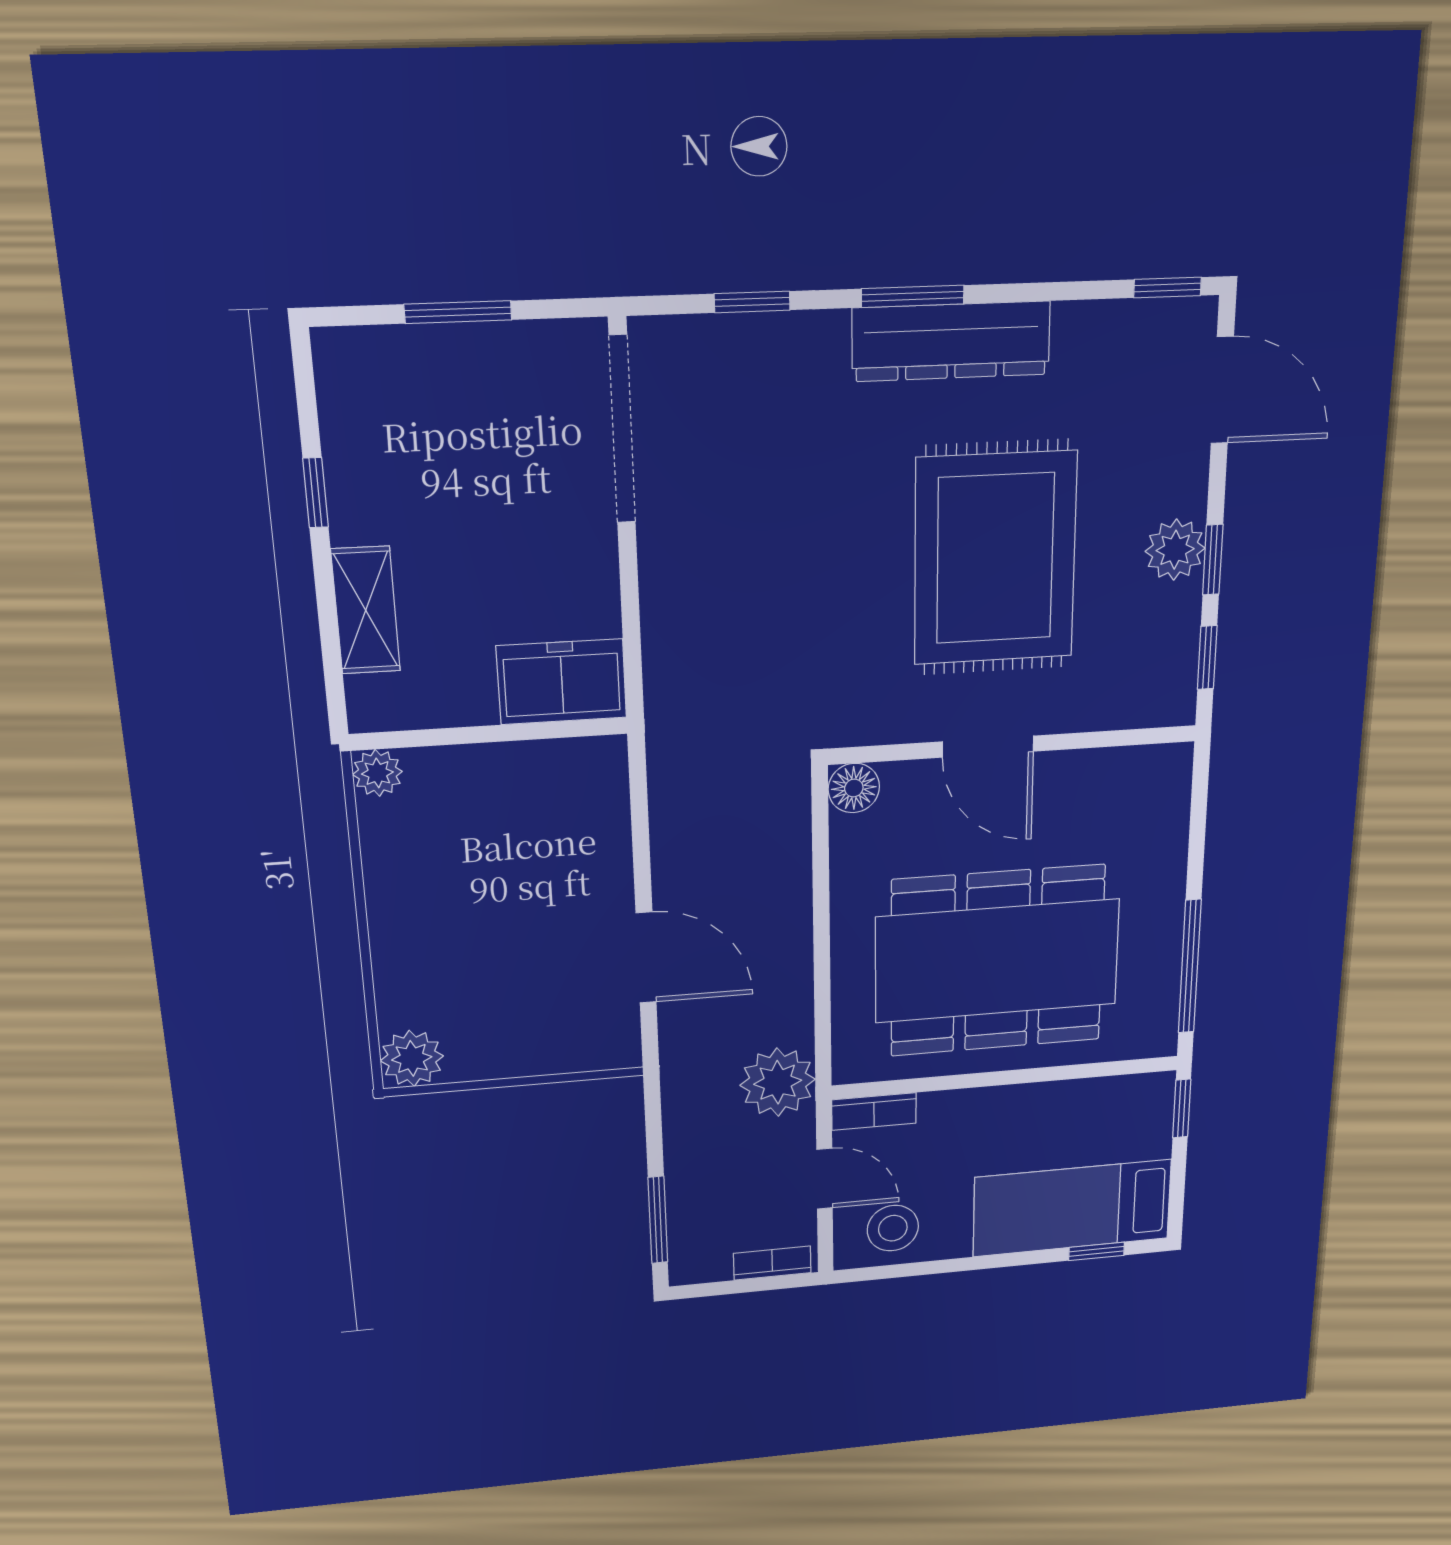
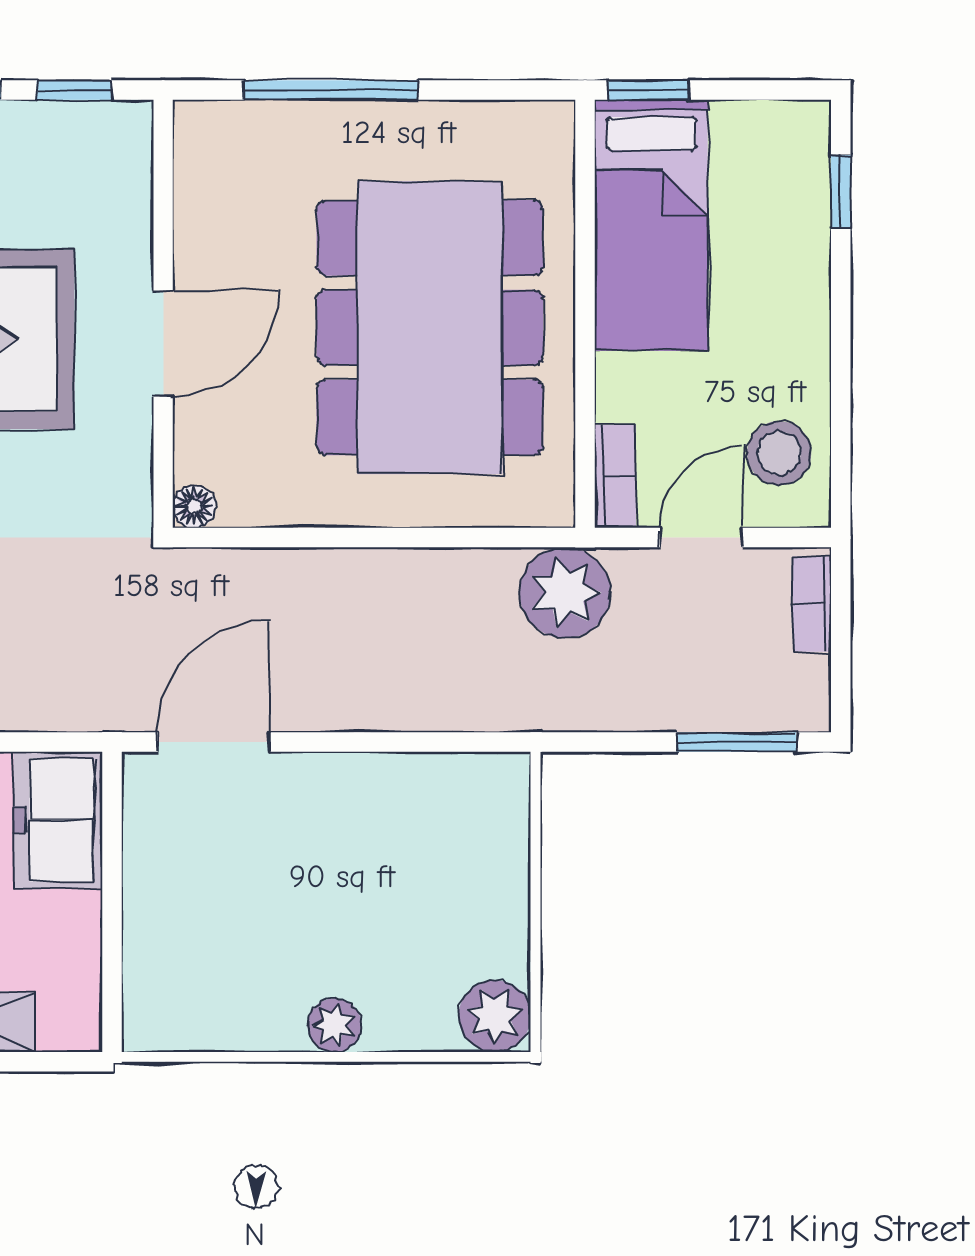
plant: (377, 773) -> (335, 1025), moved
floor lamp: (854, 788) -> (194, 506), width x0.73, depth x0.73
door: (646, 958) -> (214, 742), moved
window: (1190, 967) -> (331, 90), moved
bed: (1072, 1208) -> (651, 225), moved

